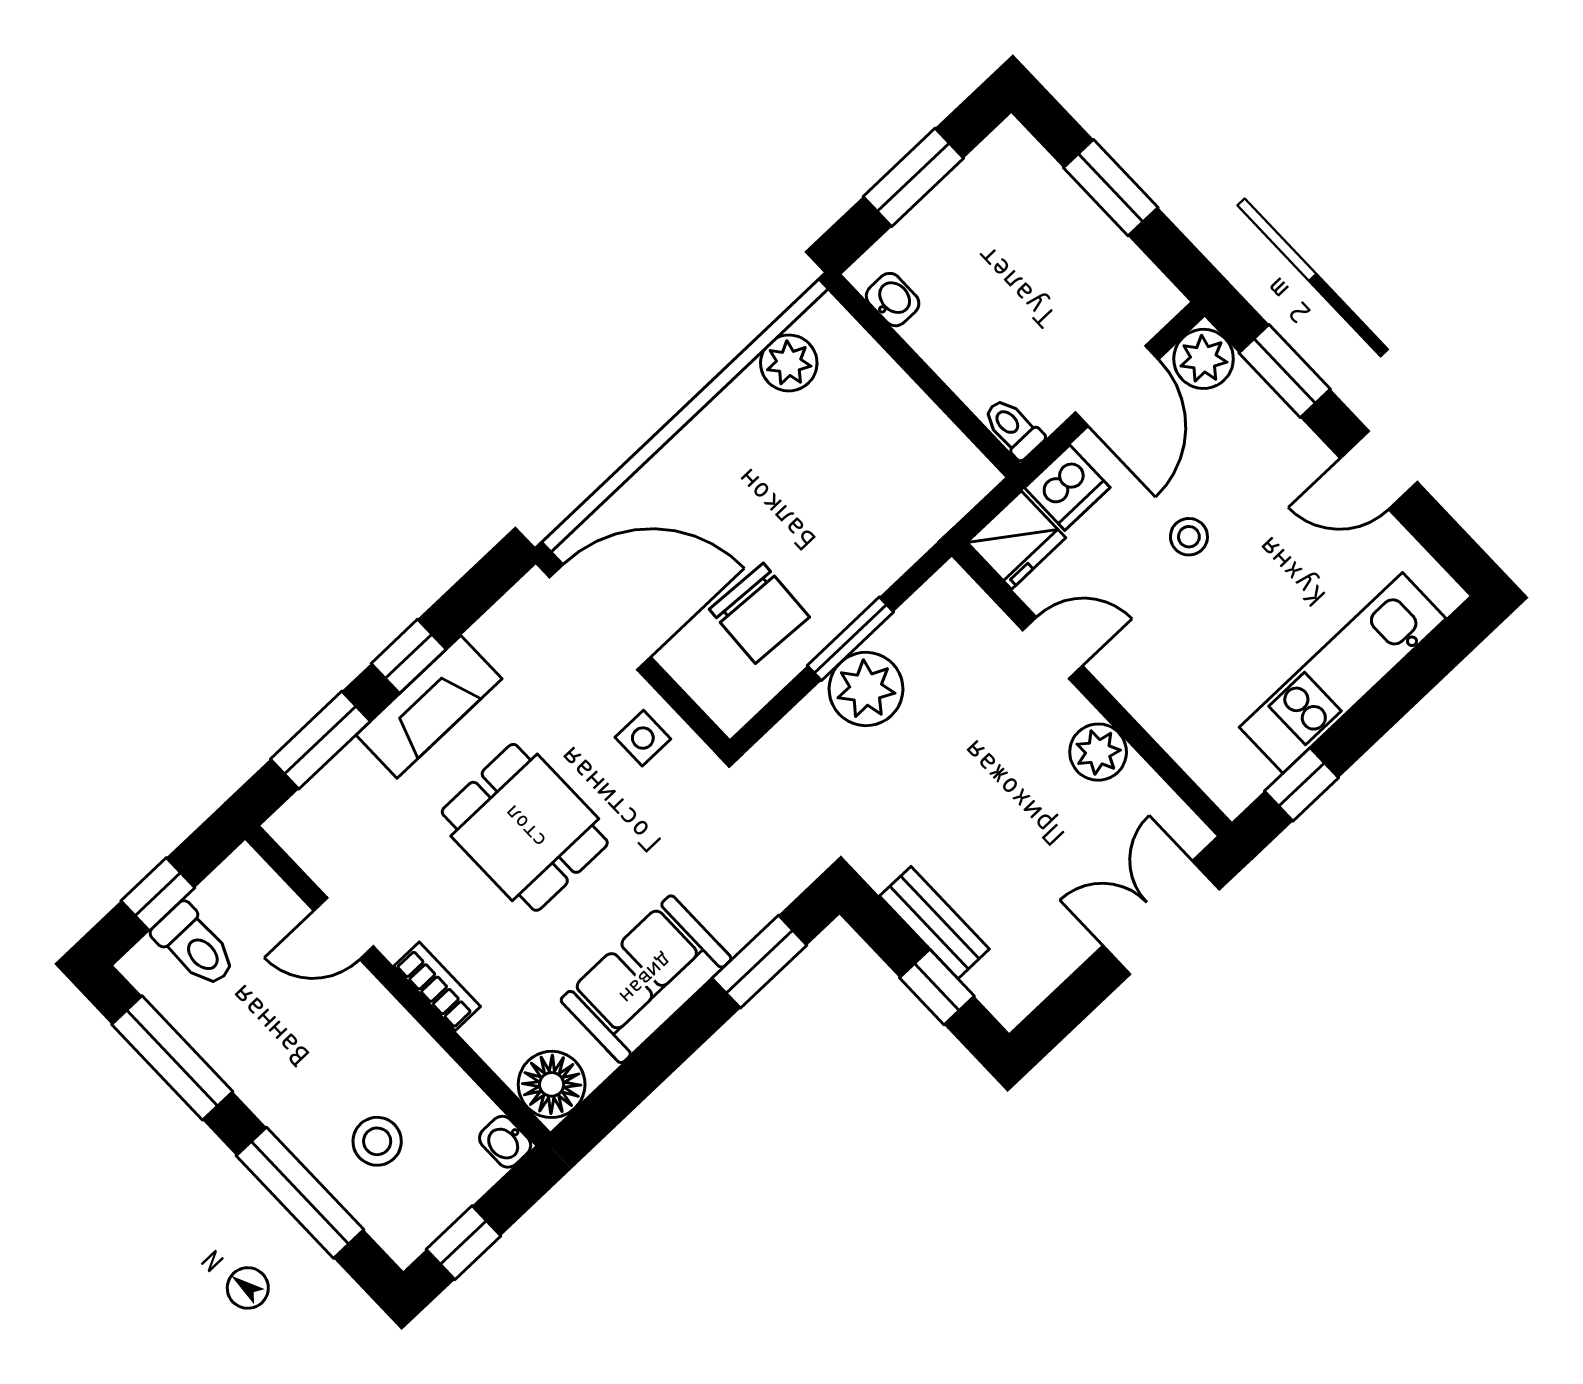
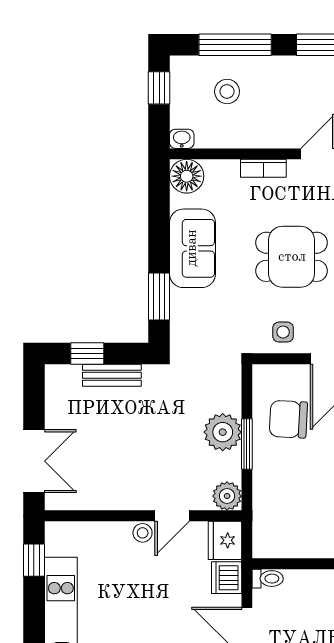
stool: (1189, 537) -> (143, 533), moved
plant: (1098, 752) -> (227, 496), moved

